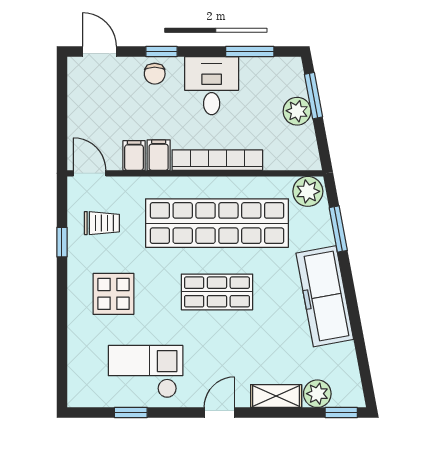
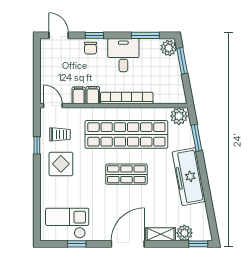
plant: (297, 111) -> (169, 48), moved
display table: (114, 294) -> (61, 164), moved
checkout: (146, 372) -> (67, 223), moved
door: (219, 413) -> (128, 244), width x1.88

